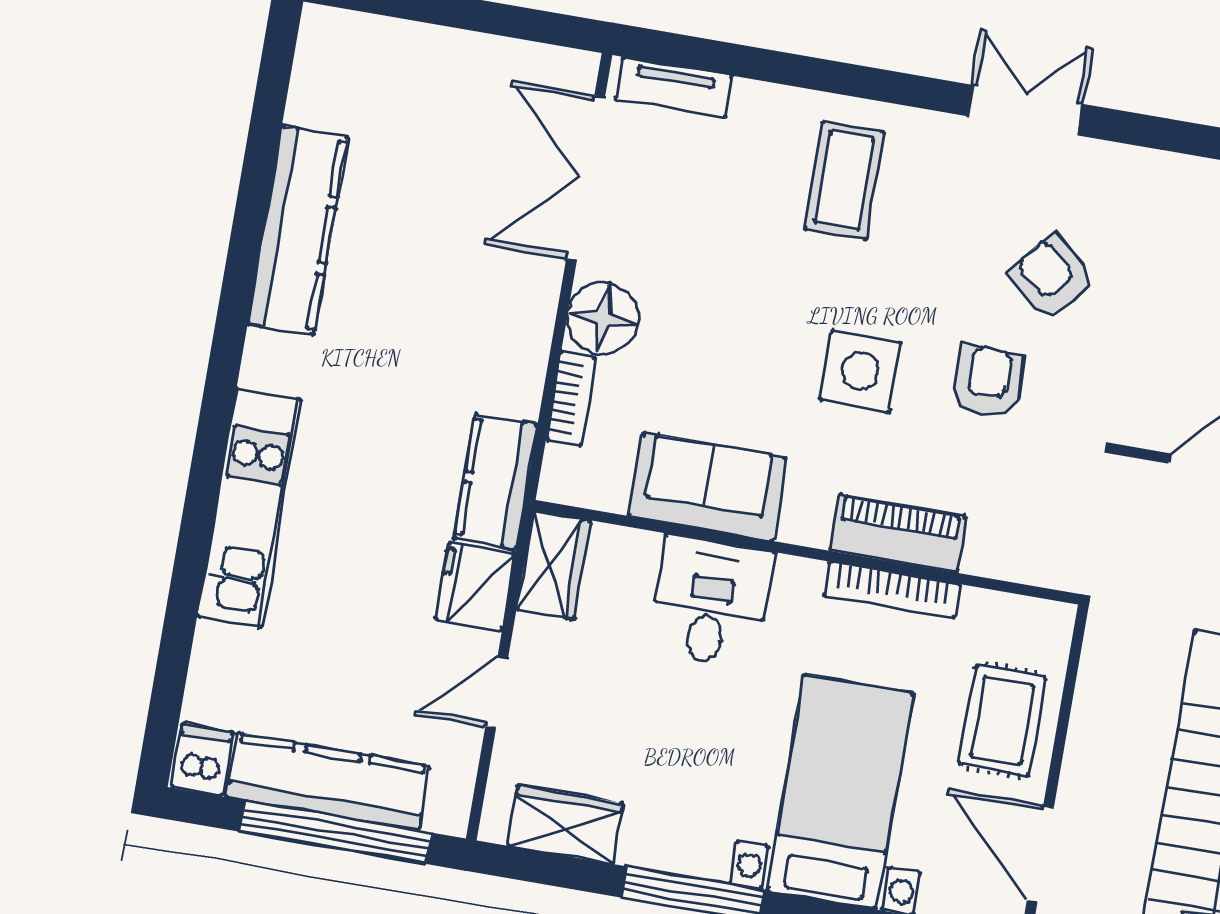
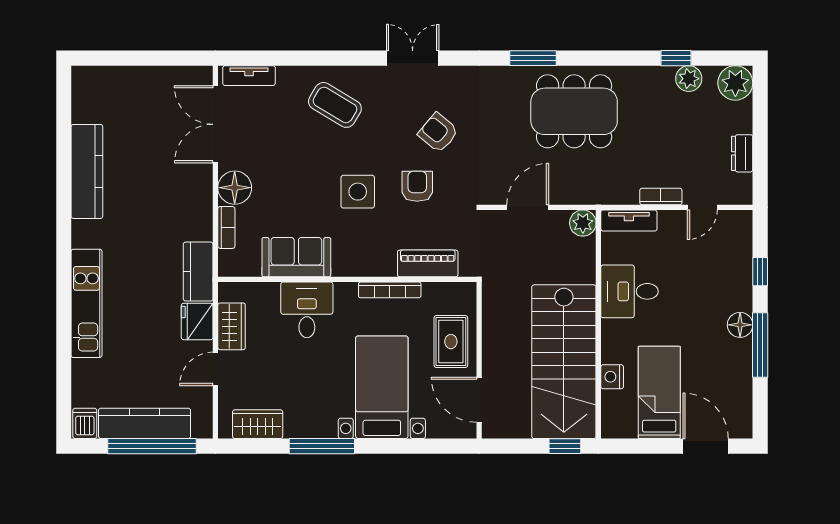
coffee table: (844, 180) -> (335, 105), turned -59
piano: (898, 533) -> (428, 263), moved
wardrobe: (554, 565) -> (232, 326), moved

